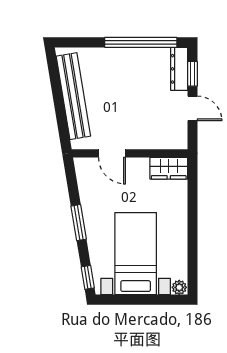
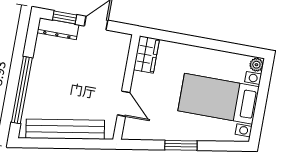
window: (141, 42) -> (22, 90), moved
door: (112, 153) -> (124, 104), hinge flipped
window: (88, 277) -> (232, 146), removed

